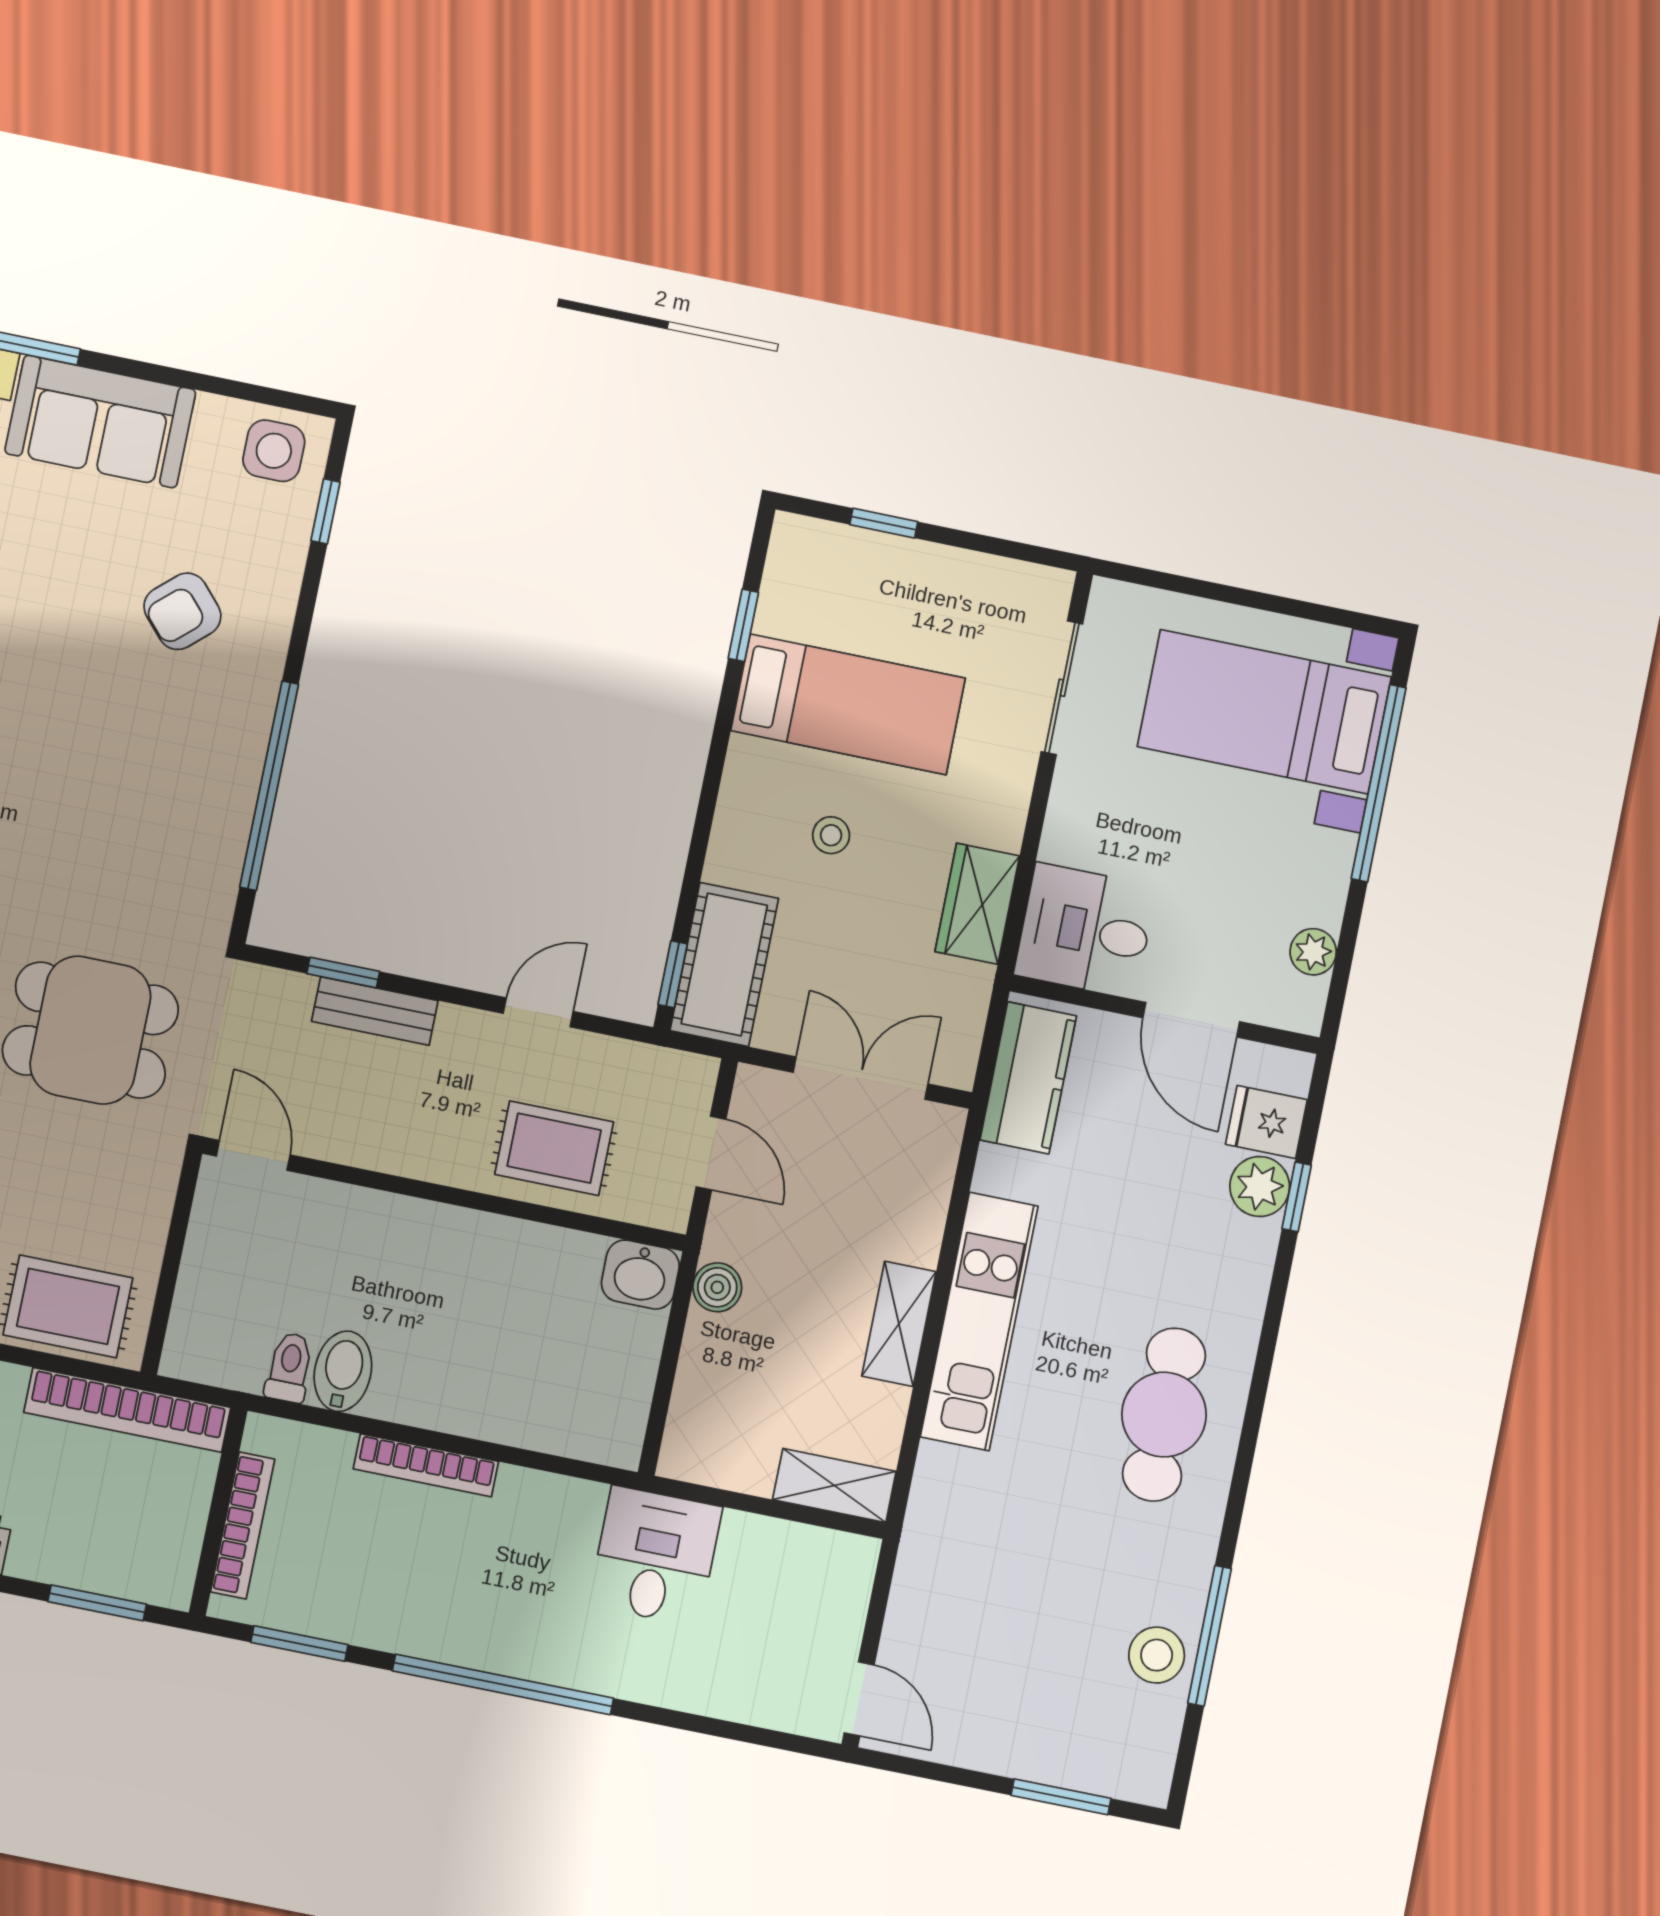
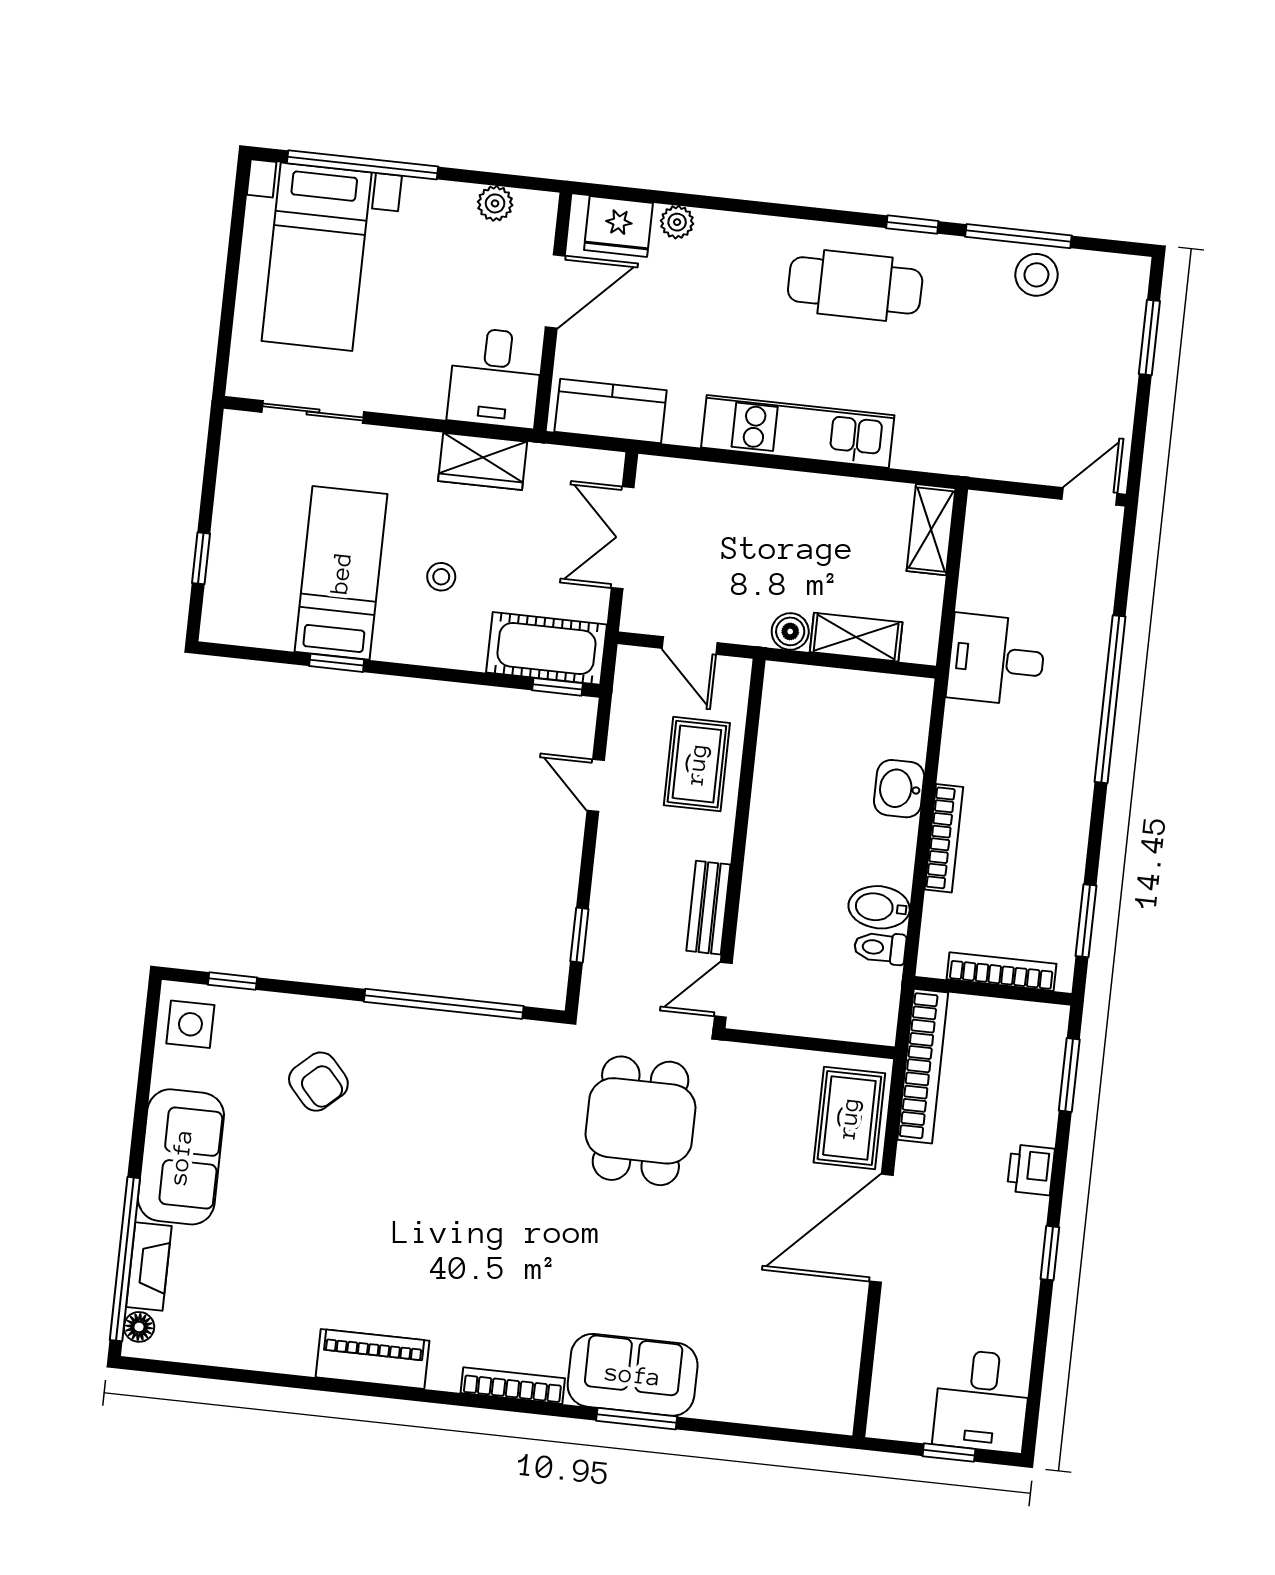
window: (743, 625) -> (337, 663), moved
bench: (375, 1011) -> (708, 908), moved
fridge: (1266, 1122) -> (618, 227), width x1.38
door: (711, 1153) -> (690, 645), swing flipped
plant: (1260, 1187) -> (677, 222), width x0.73, depth x0.73
window: (1297, 1197) -> (912, 225), moved
washbasin: (640, 1275) -> (899, 789), moved, turned 180
shelving: (899, 1324) -> (856, 637), moved
window: (503, 1685) -> (1110, 699), moved

